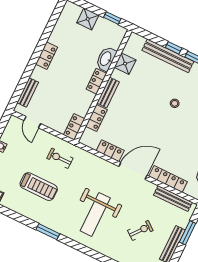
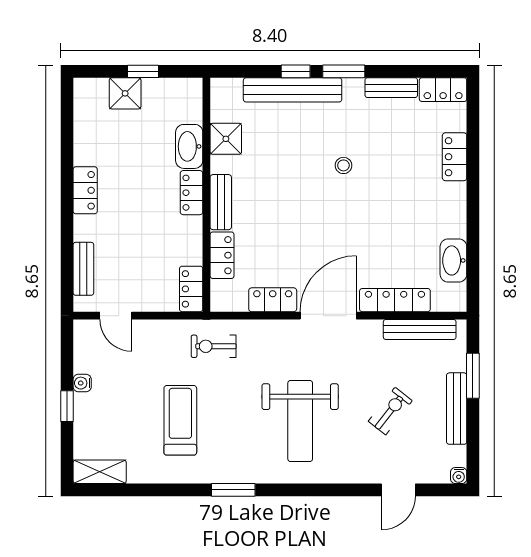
window: (112, 18) -> (143, 71), moved
exercise bike: (60, 158) -> (214, 346), moved
treadmill: (39, 187) -> (180, 420), turned -90

